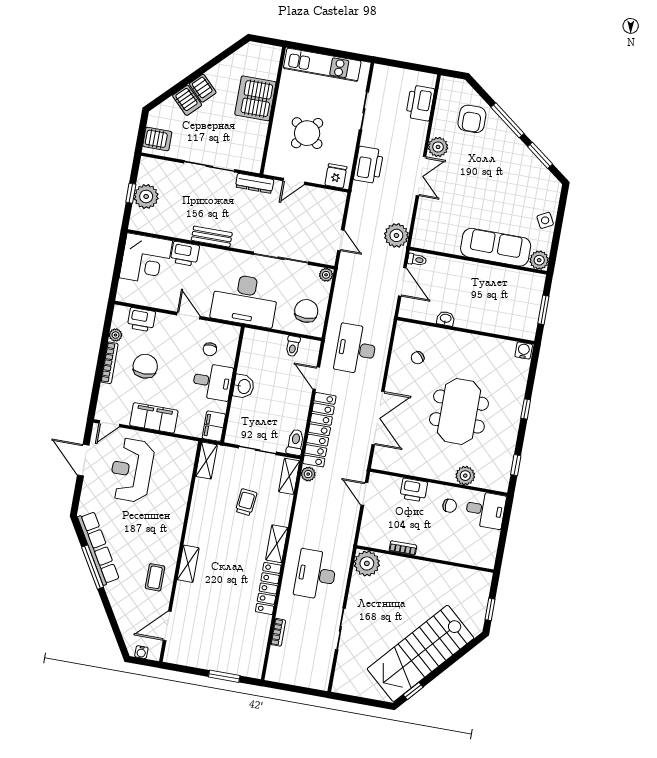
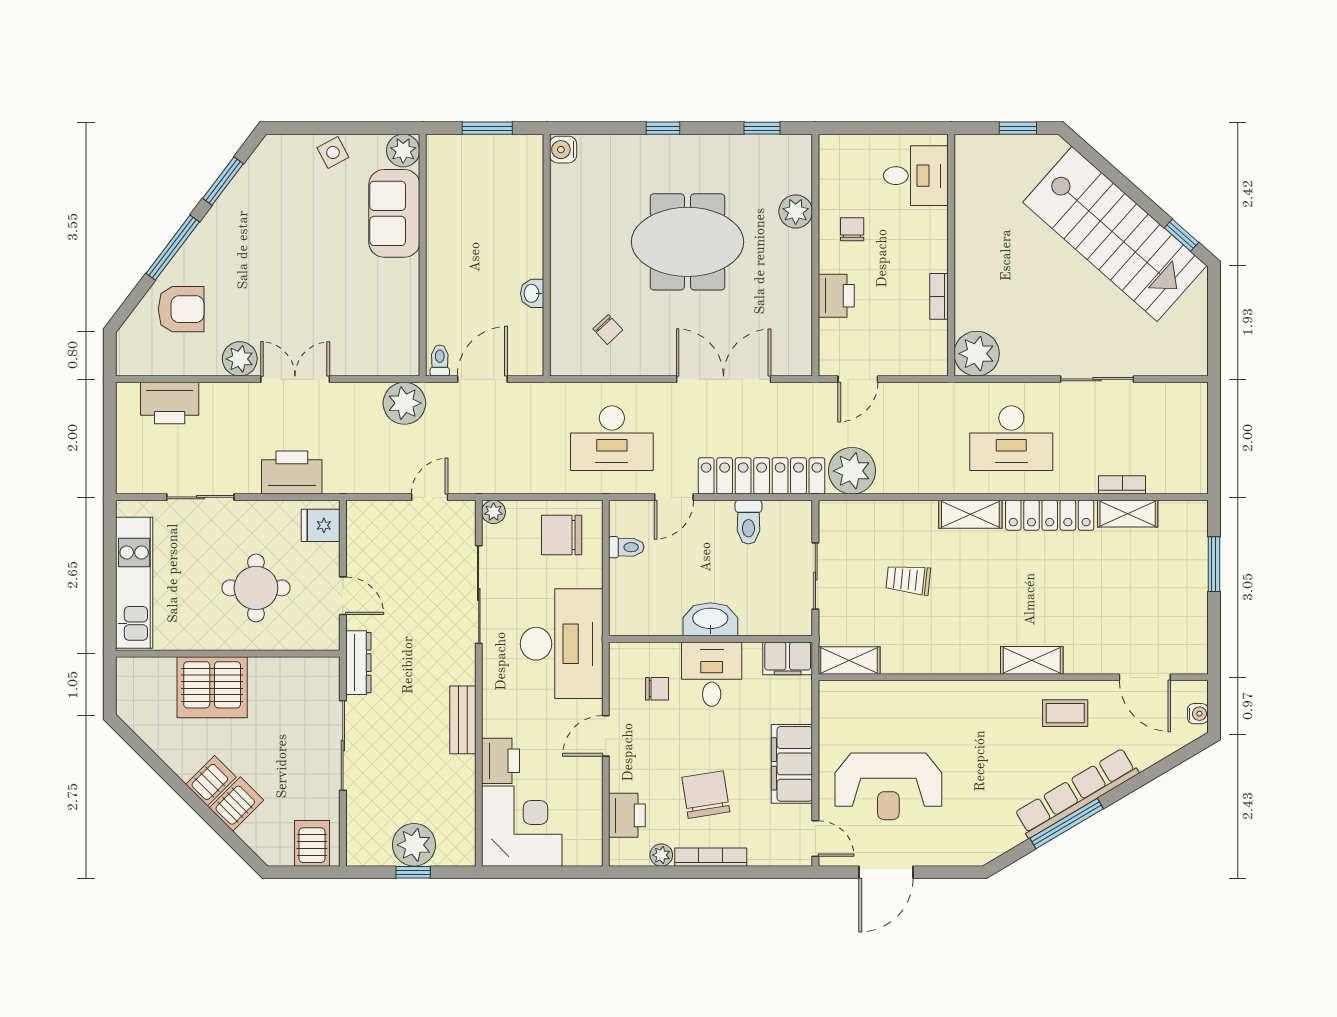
round table: (307, 133) -> (256, 588), turned -37
sofa: (496, 247) -> (394, 213), width x0.73
chair: (145, 366) -> (706, 795), turned 81
washbasin: (244, 386) -> (710, 619), width x1.38
toilet: (295, 442) -> (748, 522), moved, turned -90
plant: (308, 474) -> (852, 471), width x1.88, depth x1.88
shelving: (289, 476) -> (1128, 514), moved
desk: (485, 510) -> (916, 176), moved, turned 90
row of seats: (98, 548) -> (1076, 793), moved

